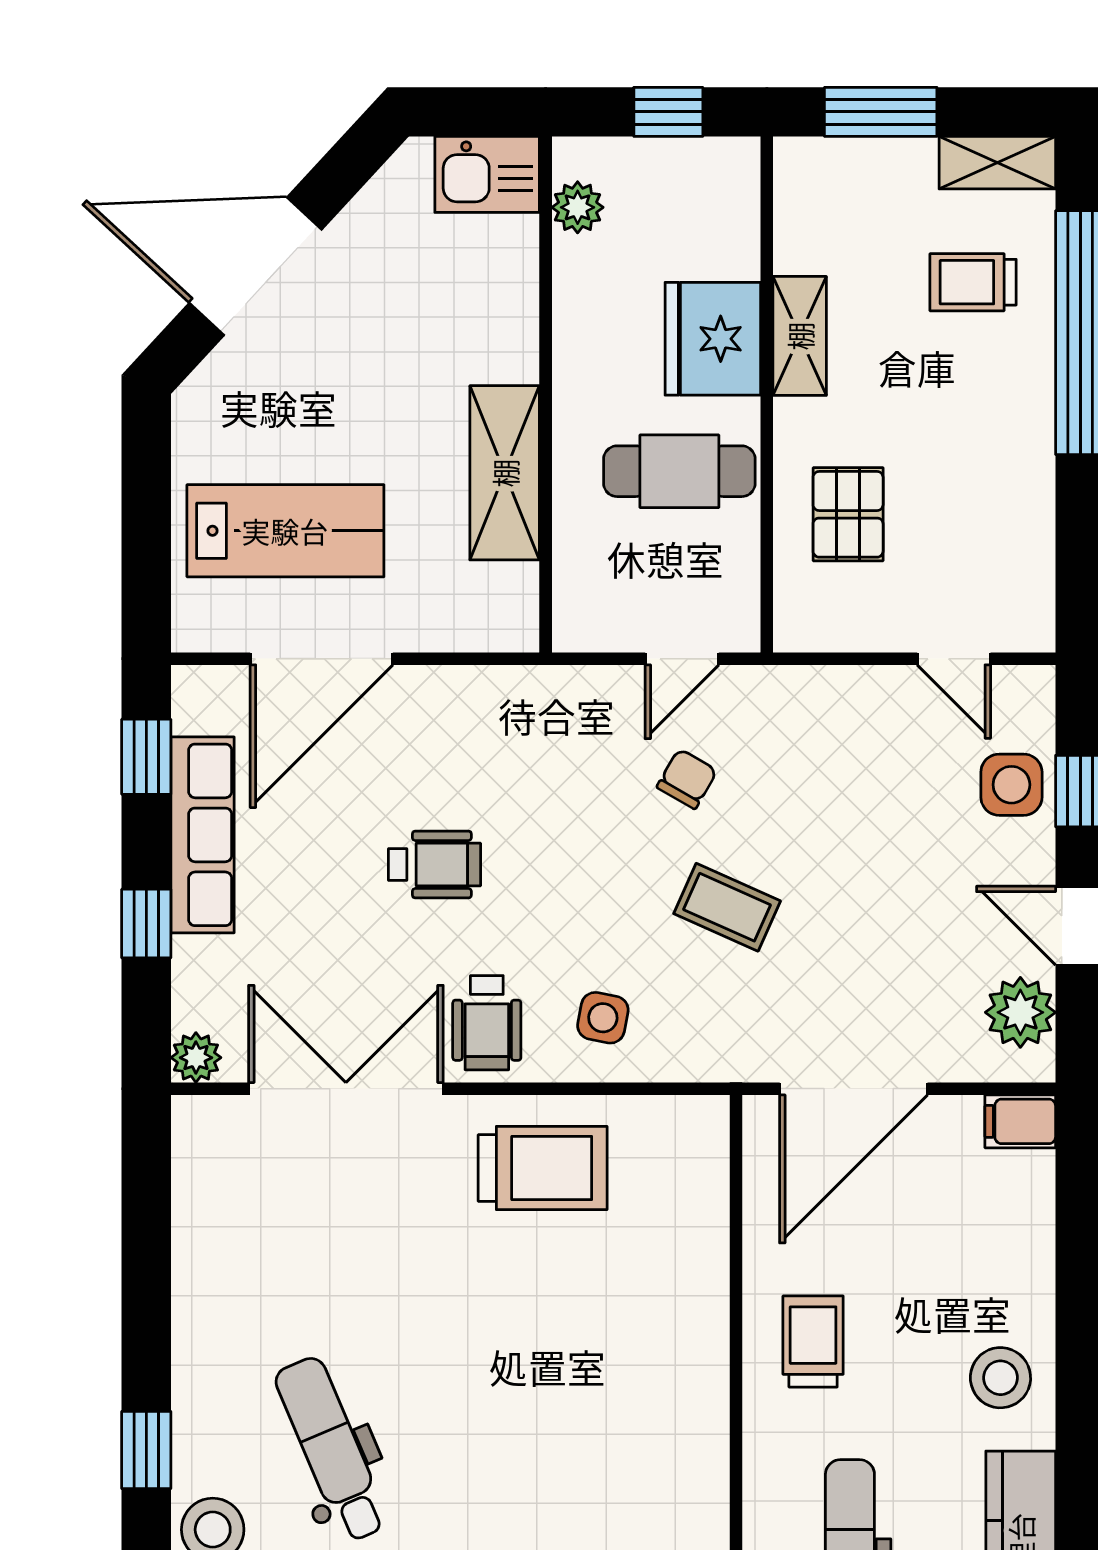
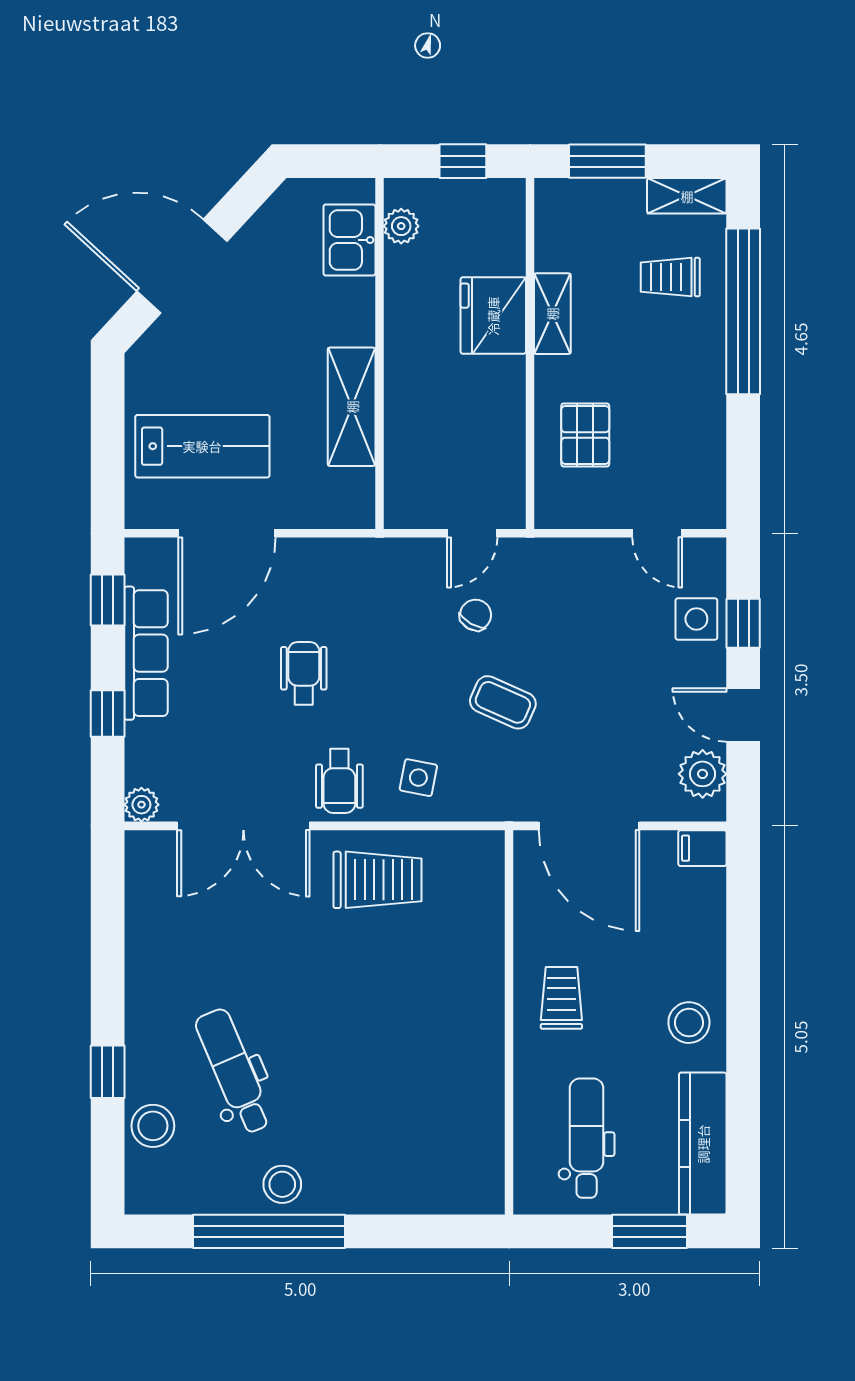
kitchen sink: (487, 174) -> (349, 240), moved, turned 90
cafe table: (679, 471) -> (470, 406), removed
wheelchair: (434, 864) -> (304, 673), turned -90
double door: (346, 1089) -> (243, 826), swing flipped
door: (854, 1089) -> (589, 826), hinge flipped

